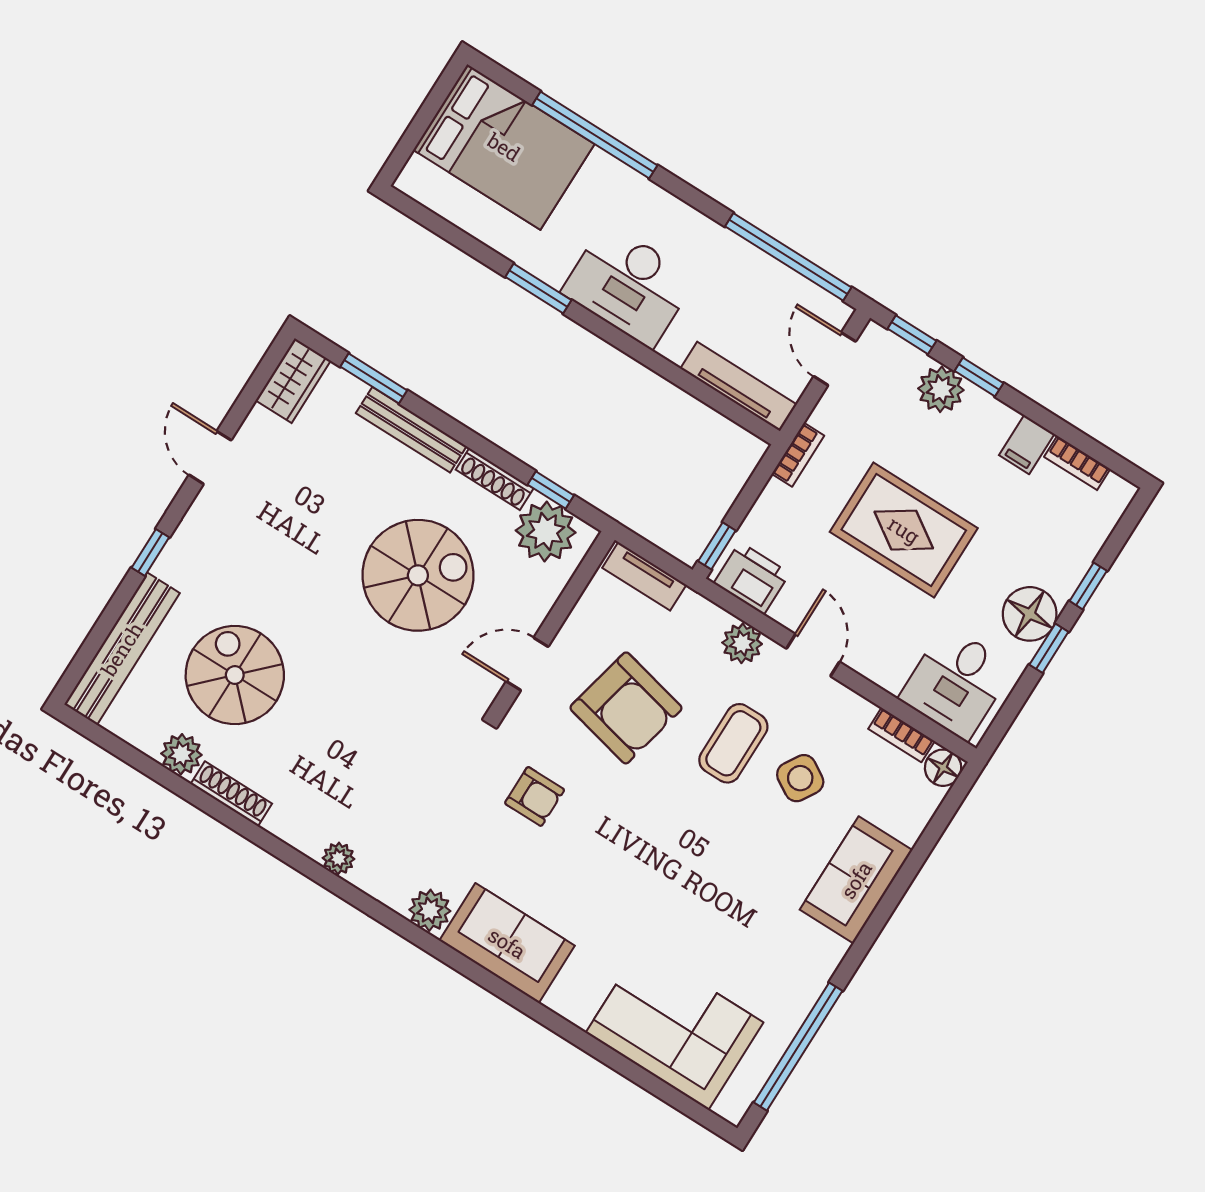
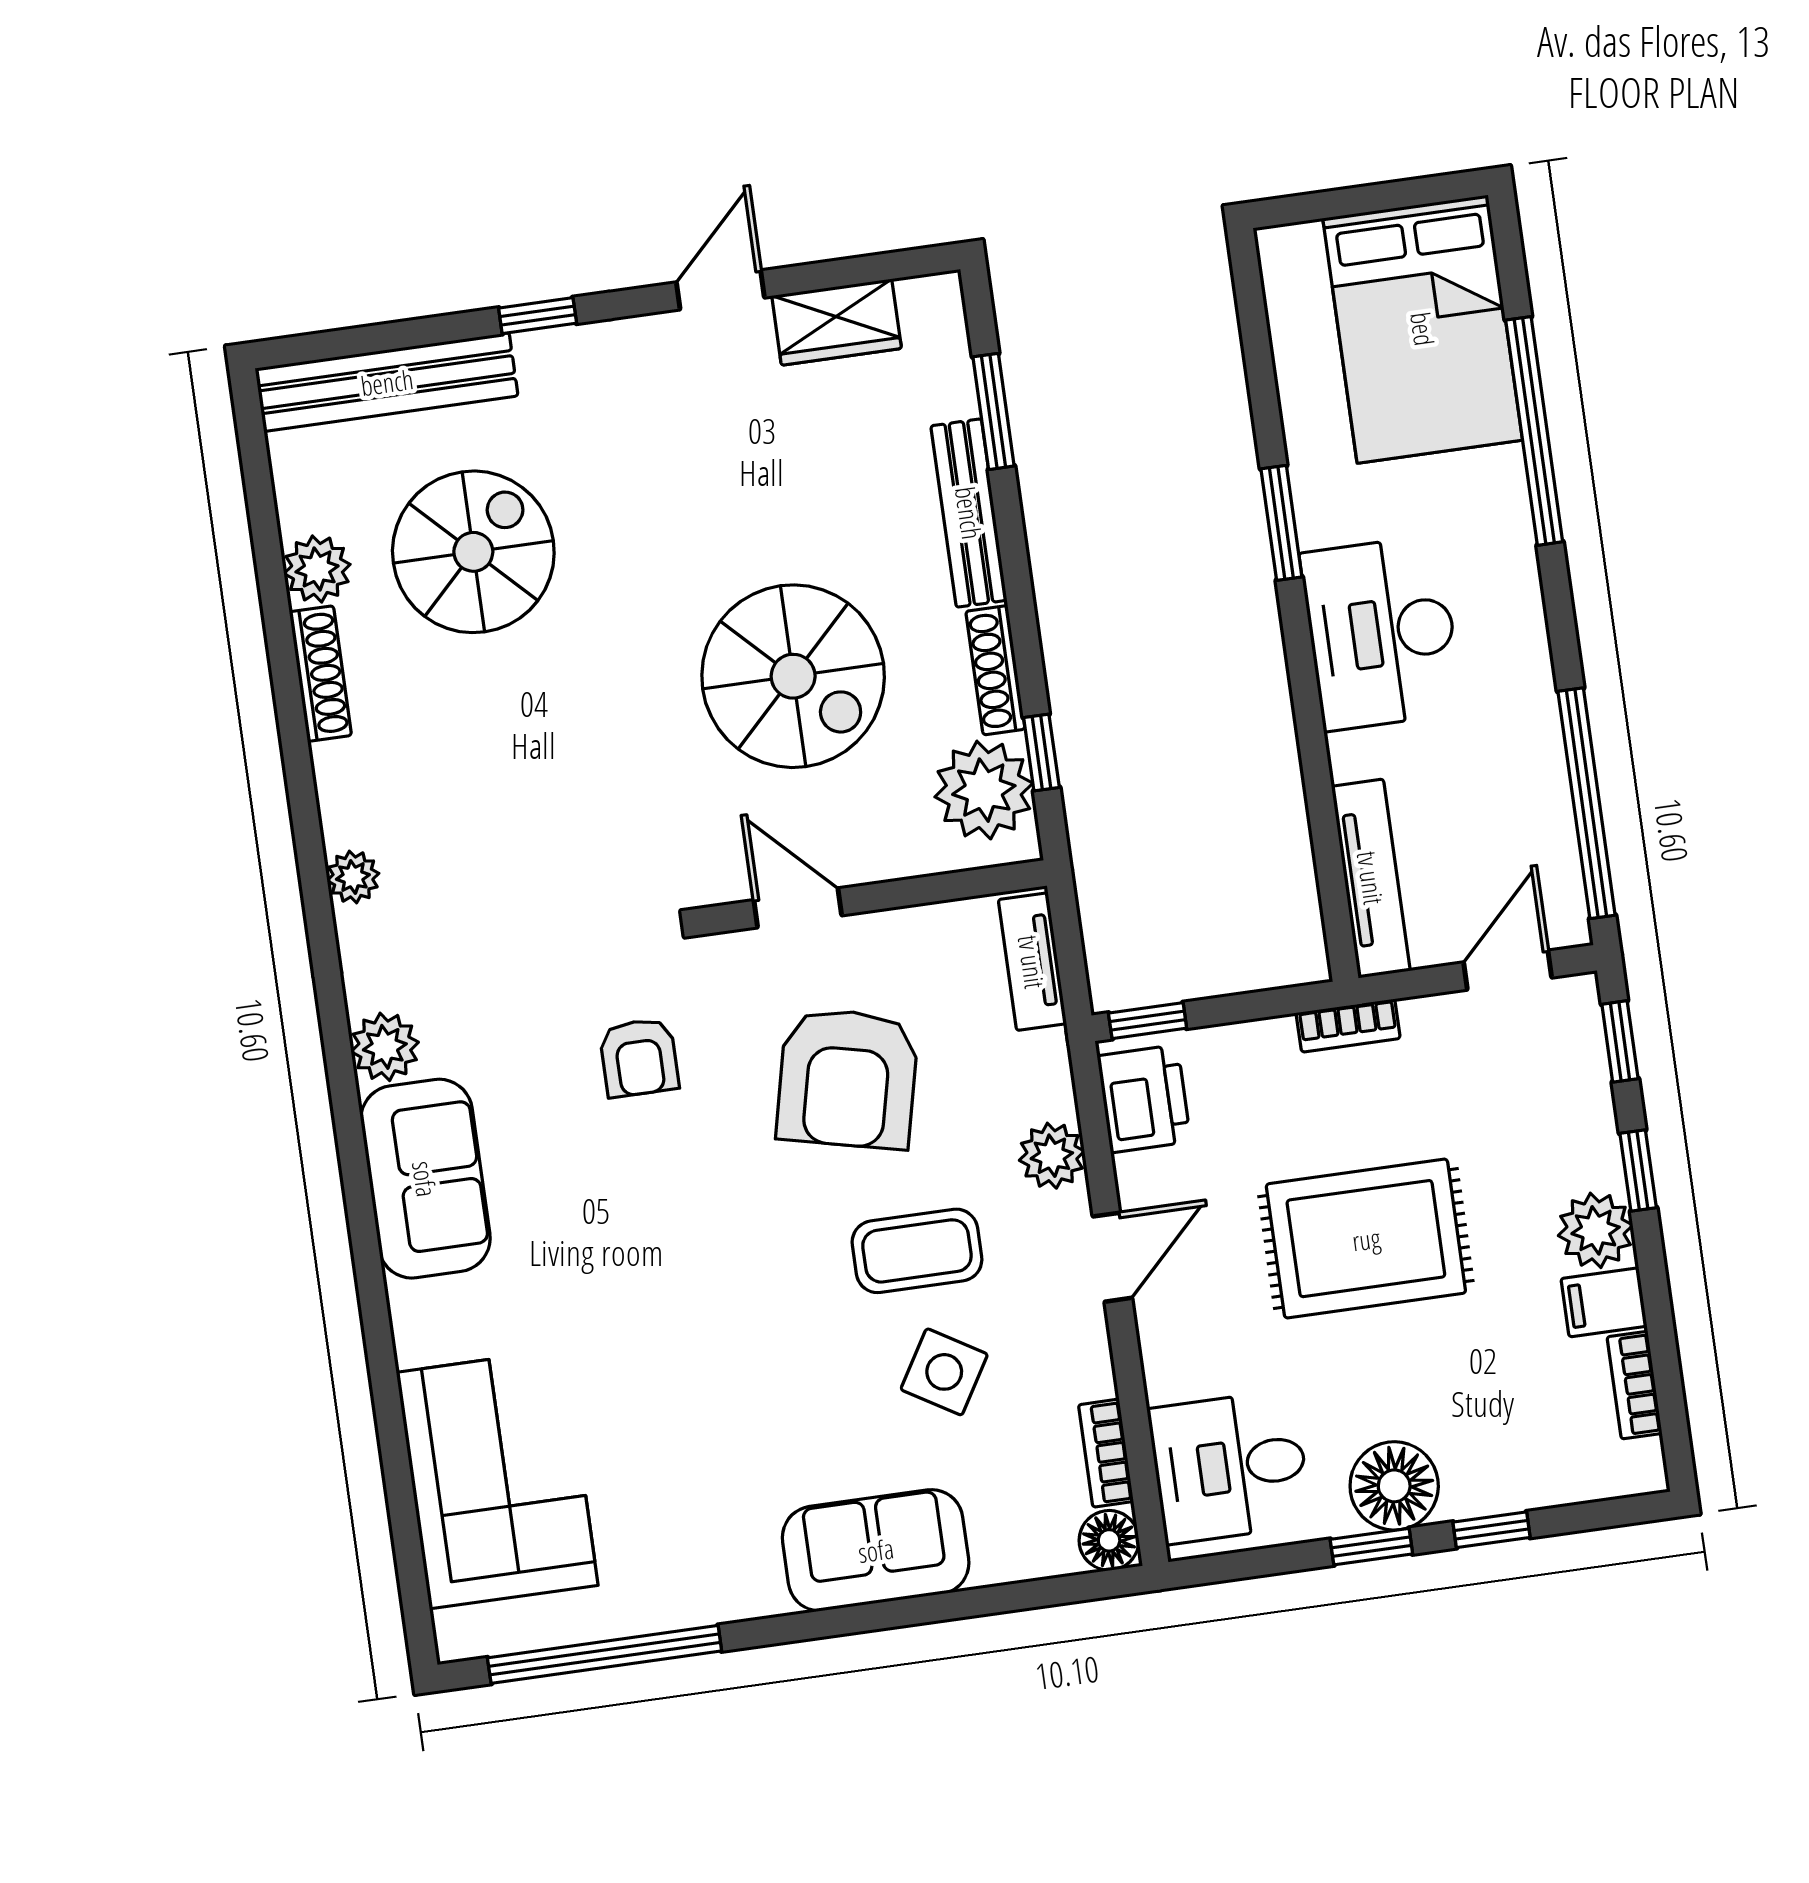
wardrobe: (293, 381) -> (837, 322), moved
plant: (941, 389) -> (1596, 1230), moved
rug: (904, 530) -> (1366, 1239), turned 90

